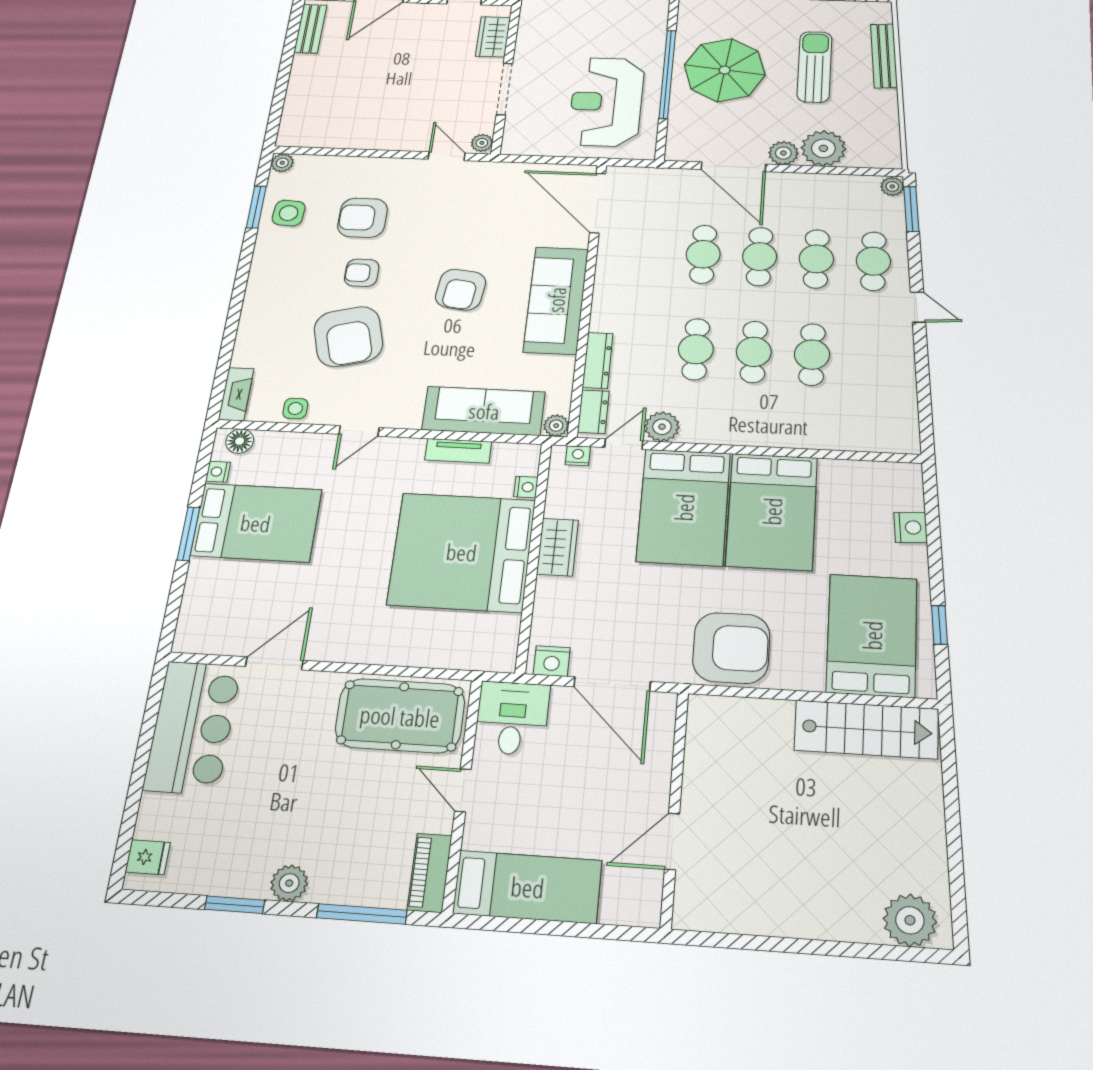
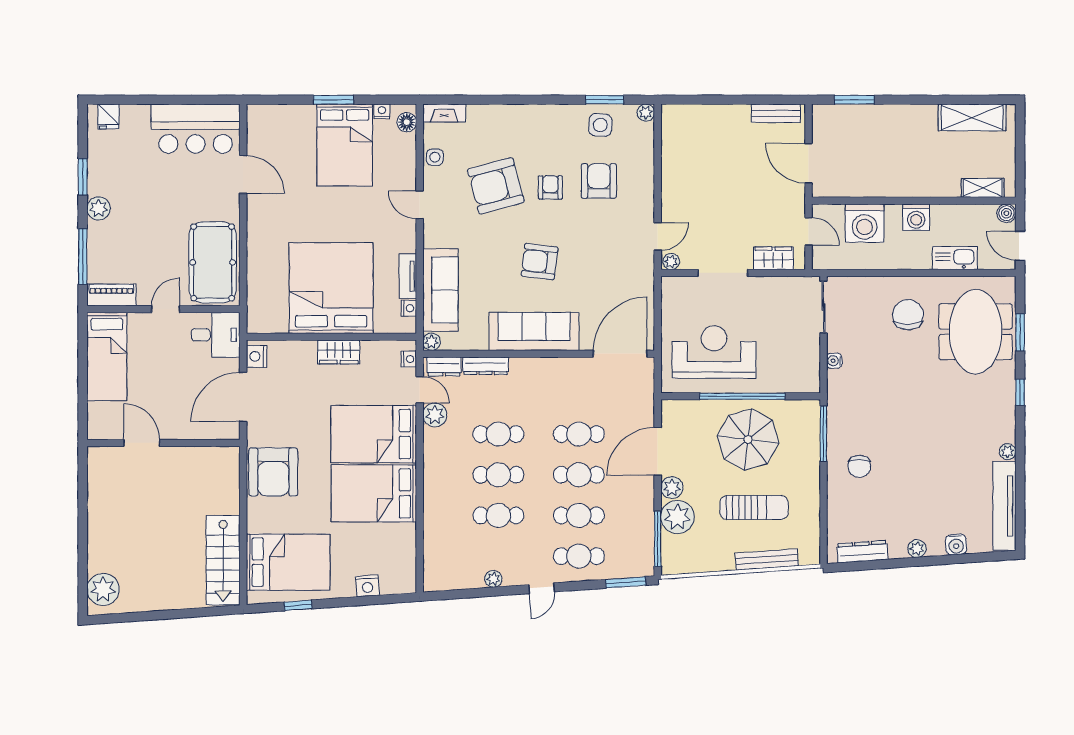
window: (852, 171) -> (658, 539), added
plant: (892, 186) -> (493, 579), moved
nightstand: (526, 487) -> (409, 308), moved, turned -90

